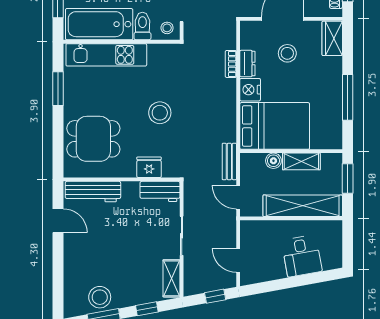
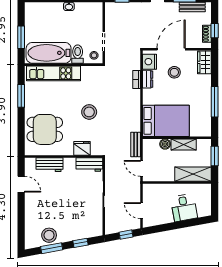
nightstand: (250, 90) -> (149, 62), moved
workbench: (93, 192) -> (50, 165), width x0.73
shelving: (303, 206) -> (193, 174), width x0.68
shelving: (171, 278) -> (97, 223), removed

